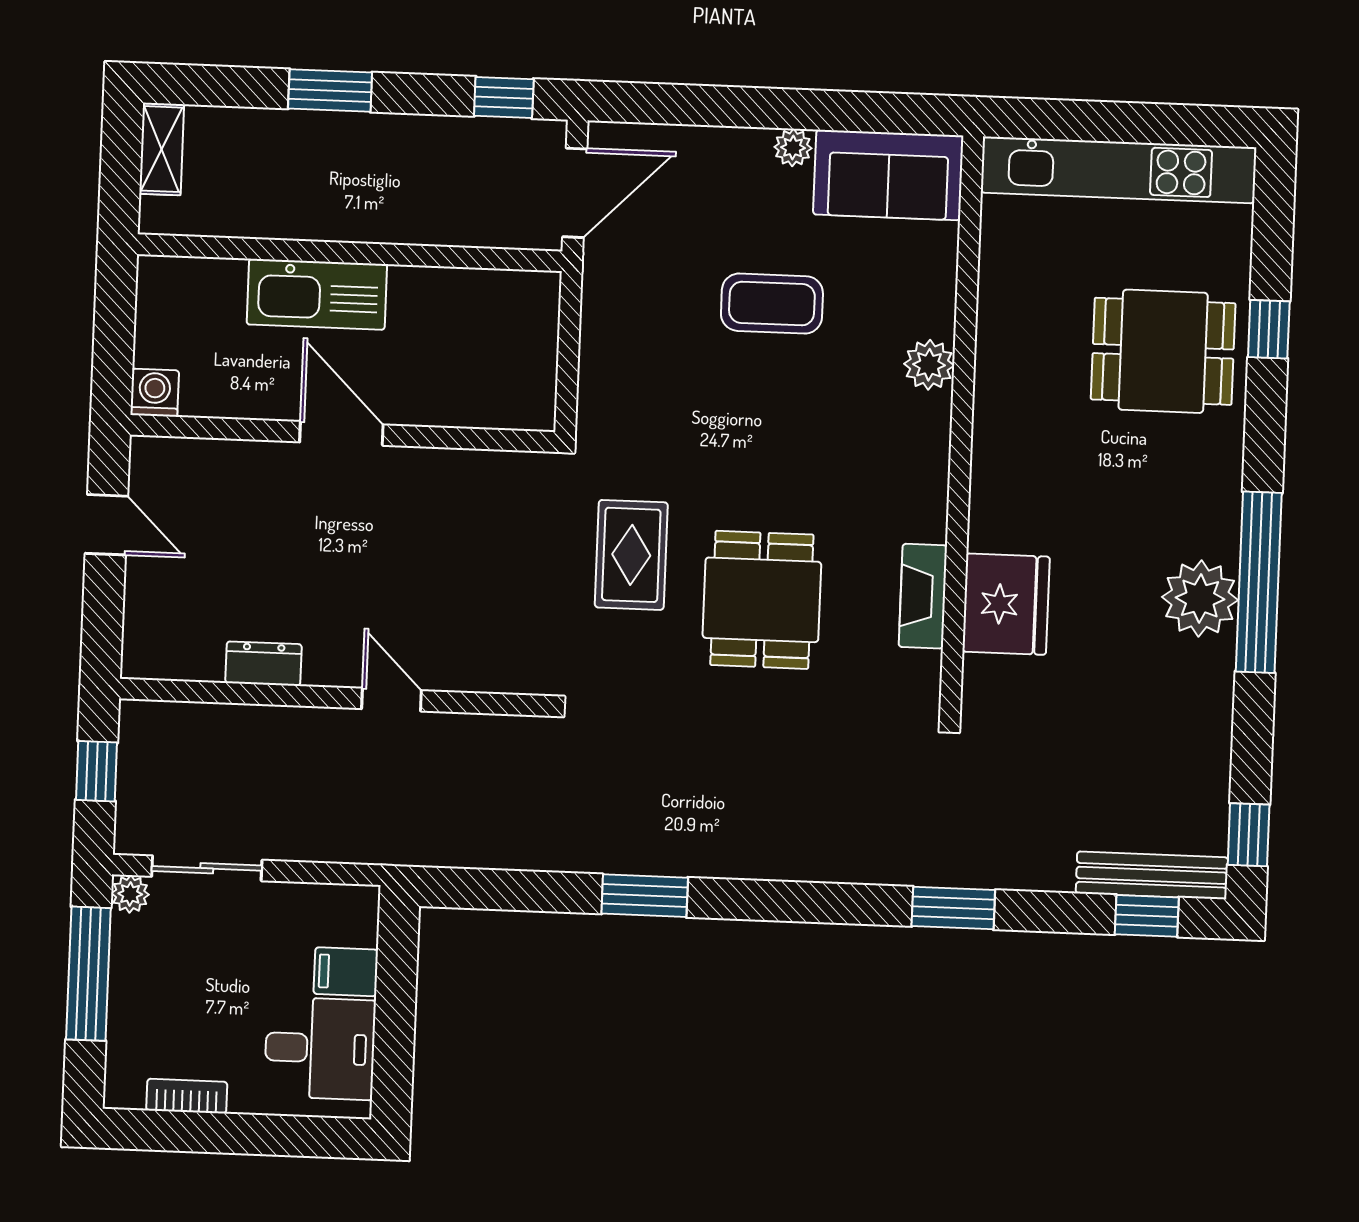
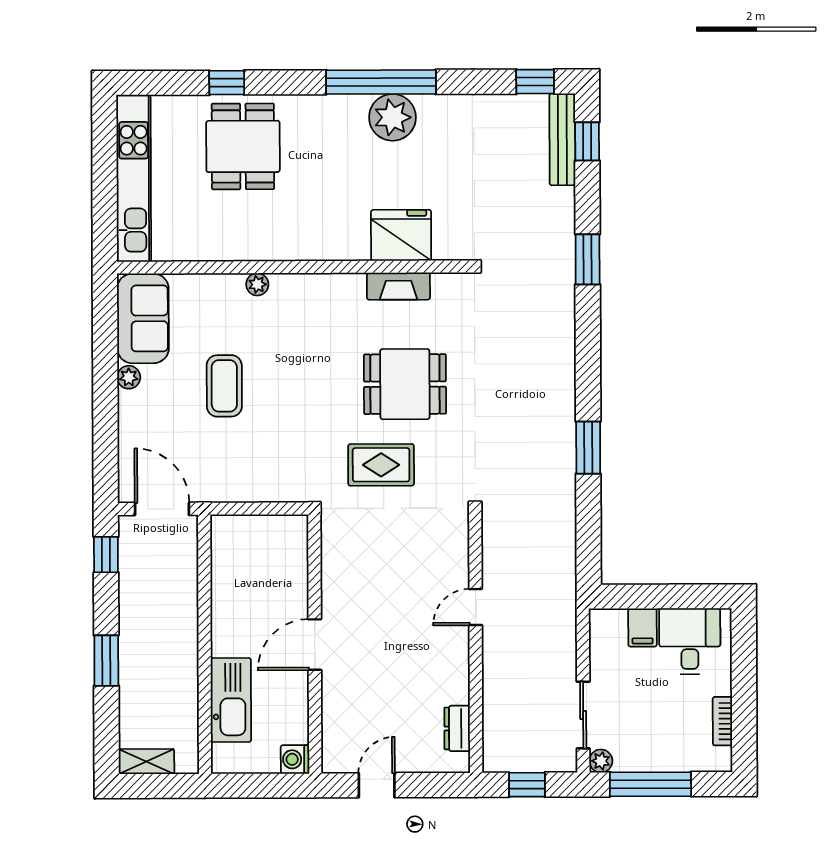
kitchen sink: (317, 294) -> (231, 700), moved
plant: (929, 365) -> (257, 284), width x0.73, depth x0.73
dresser: (264, 664) -> (457, 728), moved

